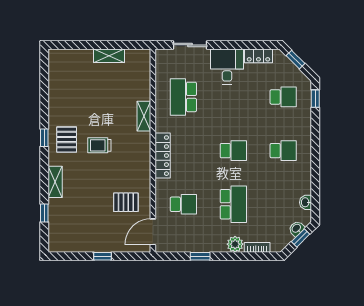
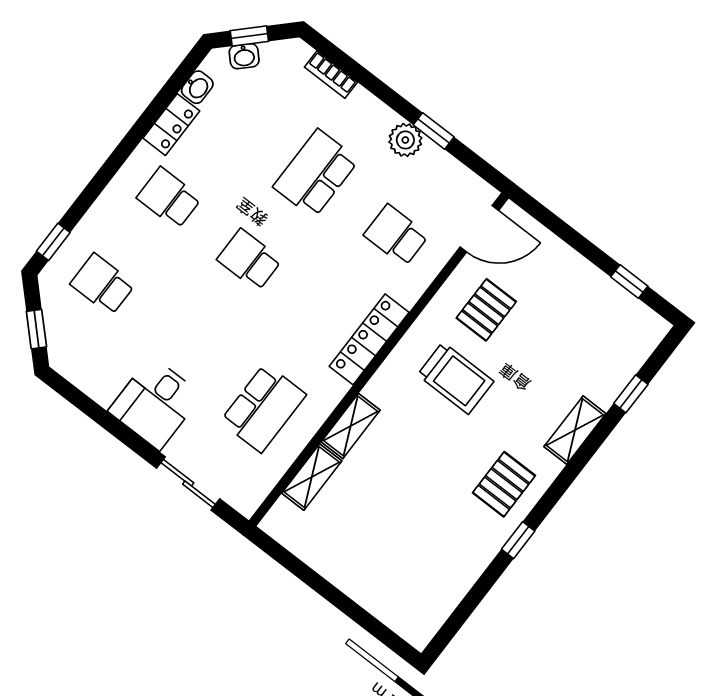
shelving: (109, 56) -> (312, 477), moved, turned 90
locker: (258, 56) -> (171, 125), moved, turned 90
window: (44, 138) -> (518, 540), moved
trolley: (99, 145) -> (456, 378), moved, width x1.36, depth x1.39
pallet: (126, 202) -> (486, 310), turned 90
plant: (235, 244) -> (405, 140), moved
window: (102, 256) -> (629, 282), moved

